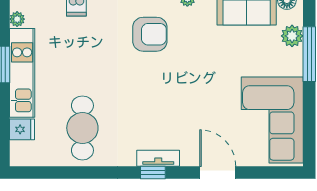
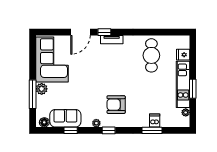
plant: (292, 36) -> (42, 89), moved
window: (153, 173) -> (104, 32), moved
door: (218, 173) -> (81, 32), hinge flipped

